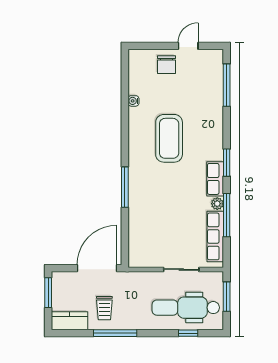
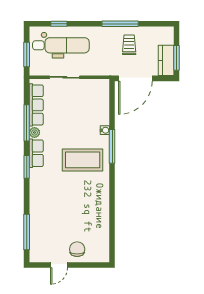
water cooler: (133, 101) -> (105, 130), moved
coffee table: (169, 138) -> (83, 160), moved, turned 90
kitchen counter: (70, 321) -> (166, 60), moved, turned 90

